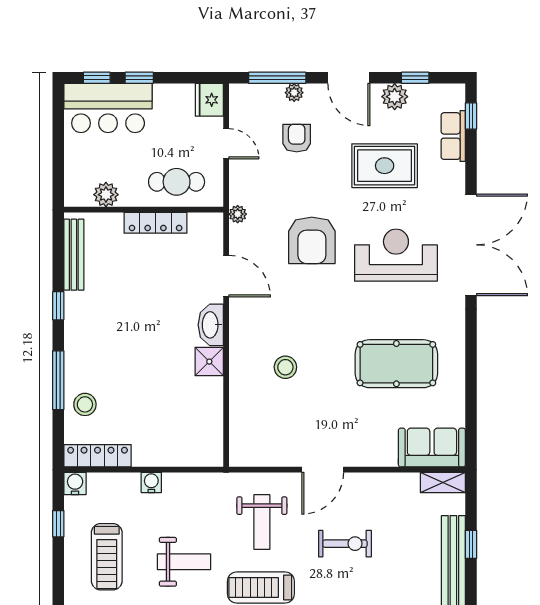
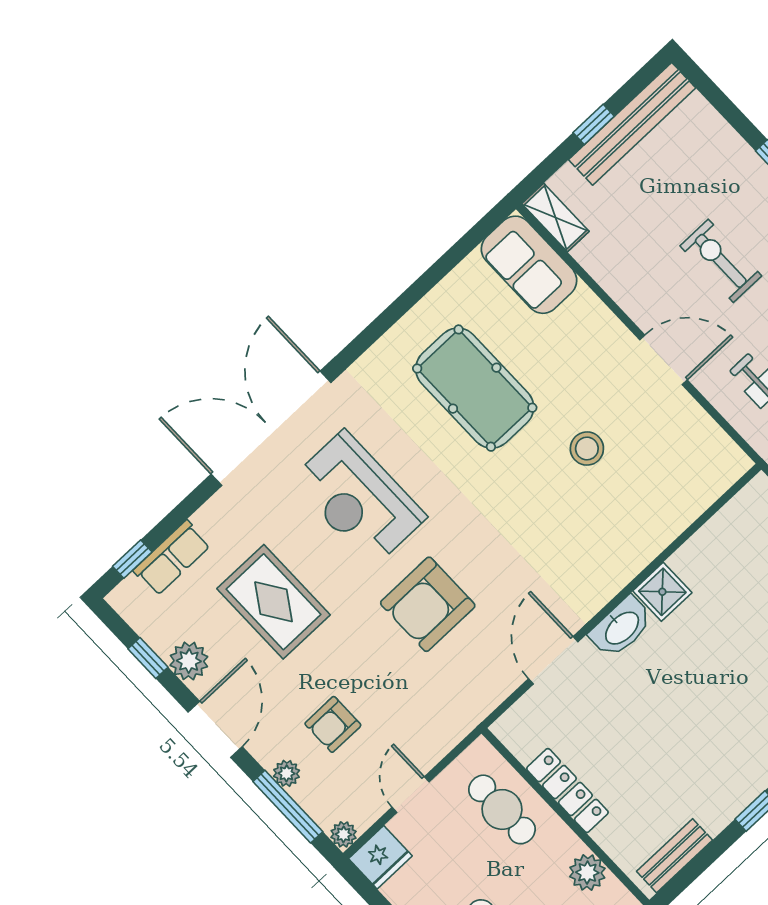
plant: (238, 214) -> (344, 834), moved
armchair: (312, 240) -> (428, 604), turned 180
bench: (74, 255) -> (675, 856), width x0.73
stool: (285, 367) -> (587, 449), moved

